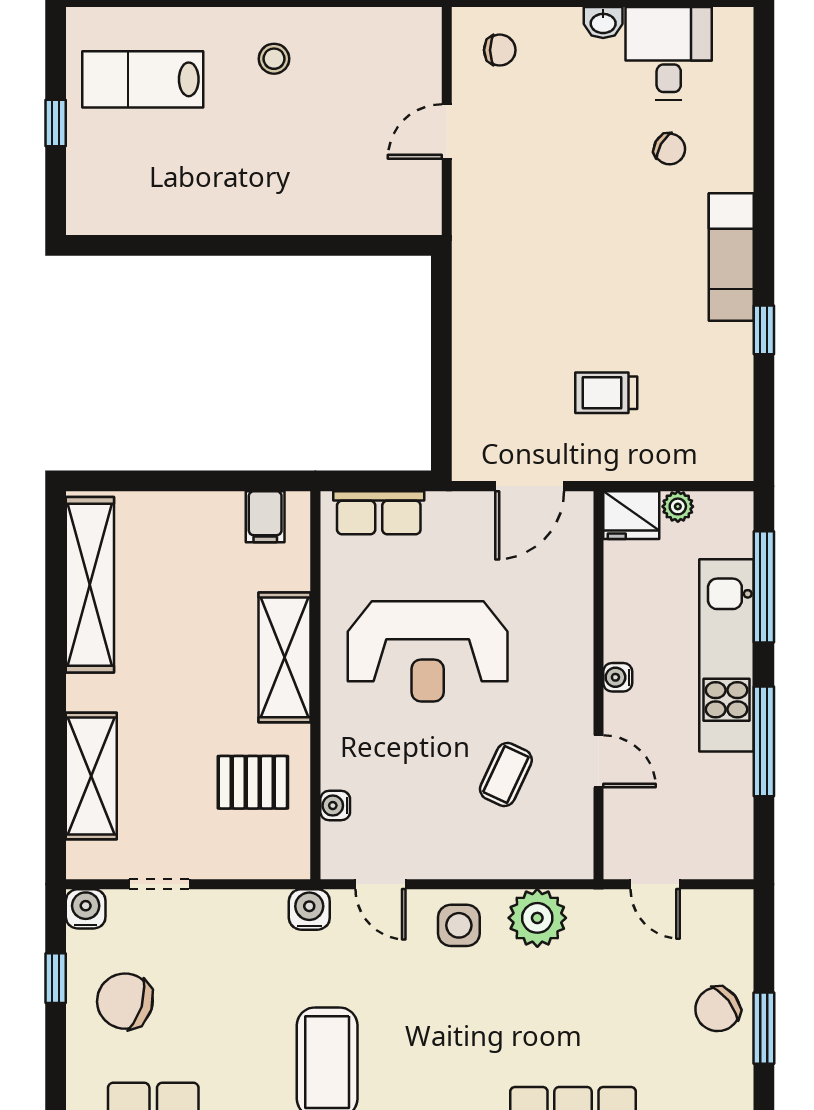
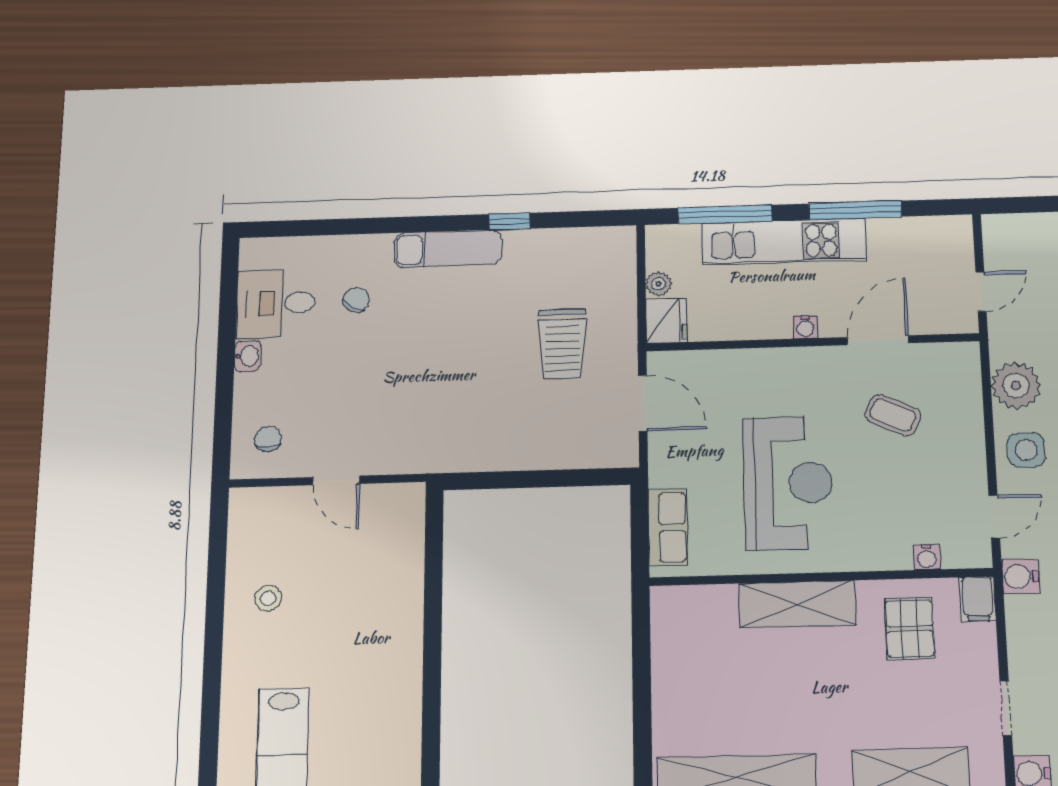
stool: (274, 59) -> (268, 598), moved
trolley: (606, 393) -> (562, 344), width x1.36, depth x1.39
filing cabinet: (265, 517) -> (978, 599), moved, turned 90
door: (599, 761) -> (878, 340), width x1.38

